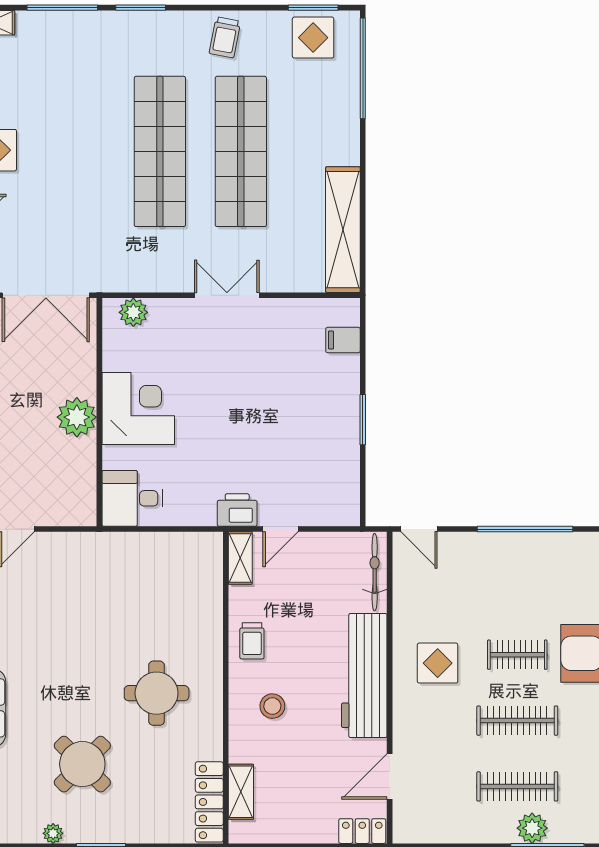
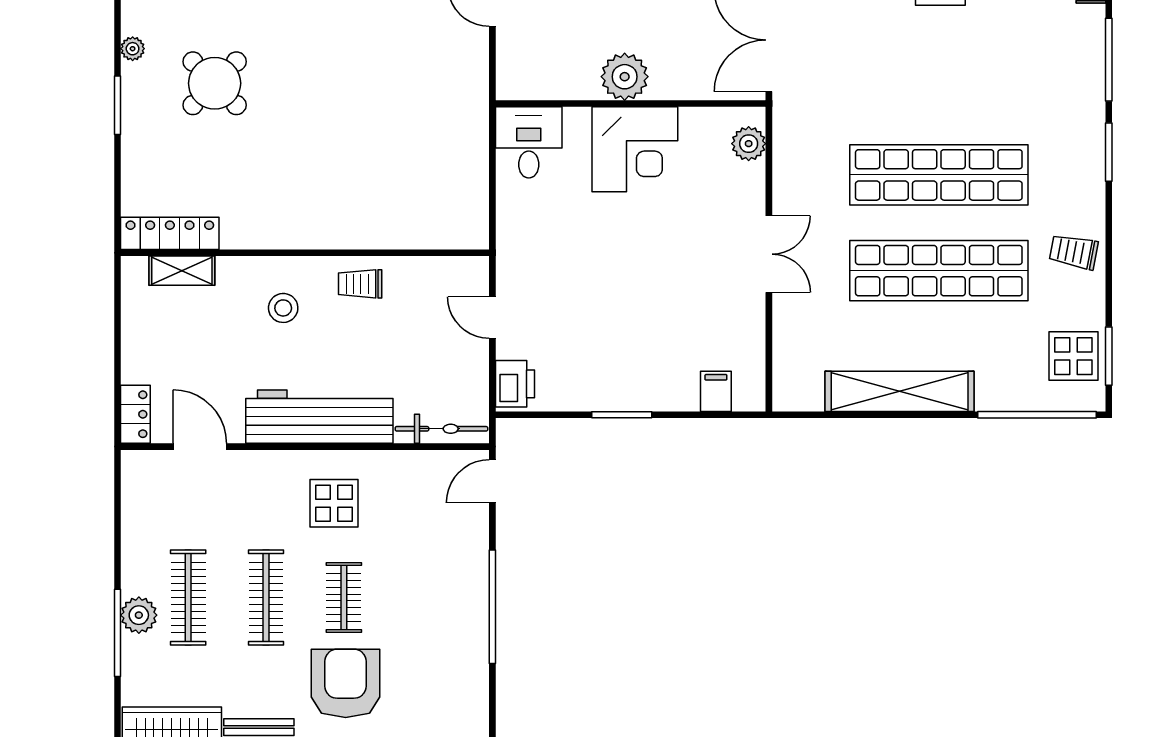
shelving: (343, 230) -> (900, 391), moved
printer: (237, 510) -> (515, 384), moved
shelving: (240, 558) -> (458, 270), removed
round table: (157, 693) -> (298, 171), removed

